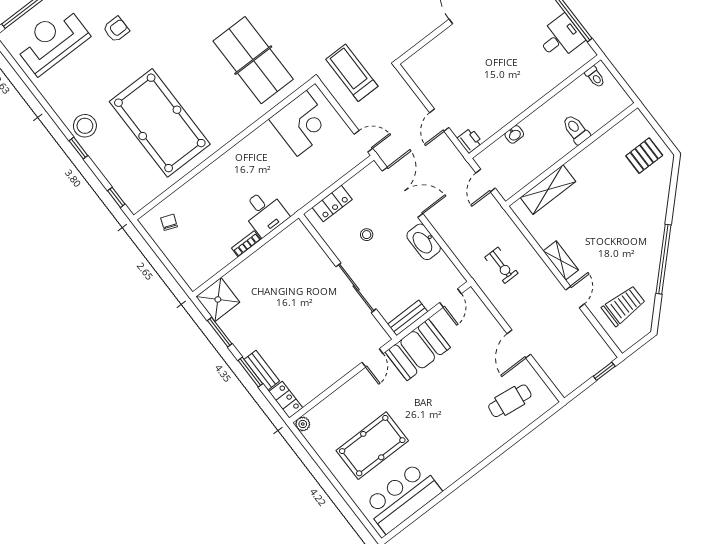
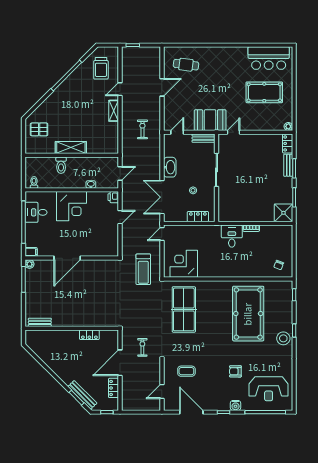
corner desk: (518, 84) -> (71, 206), added
door: (363, 141) -> (162, 234), hinge flipped
shelving: (548, 190) -> (71, 147), moved
trolley: (624, 306) -> (101, 68), turned -90

